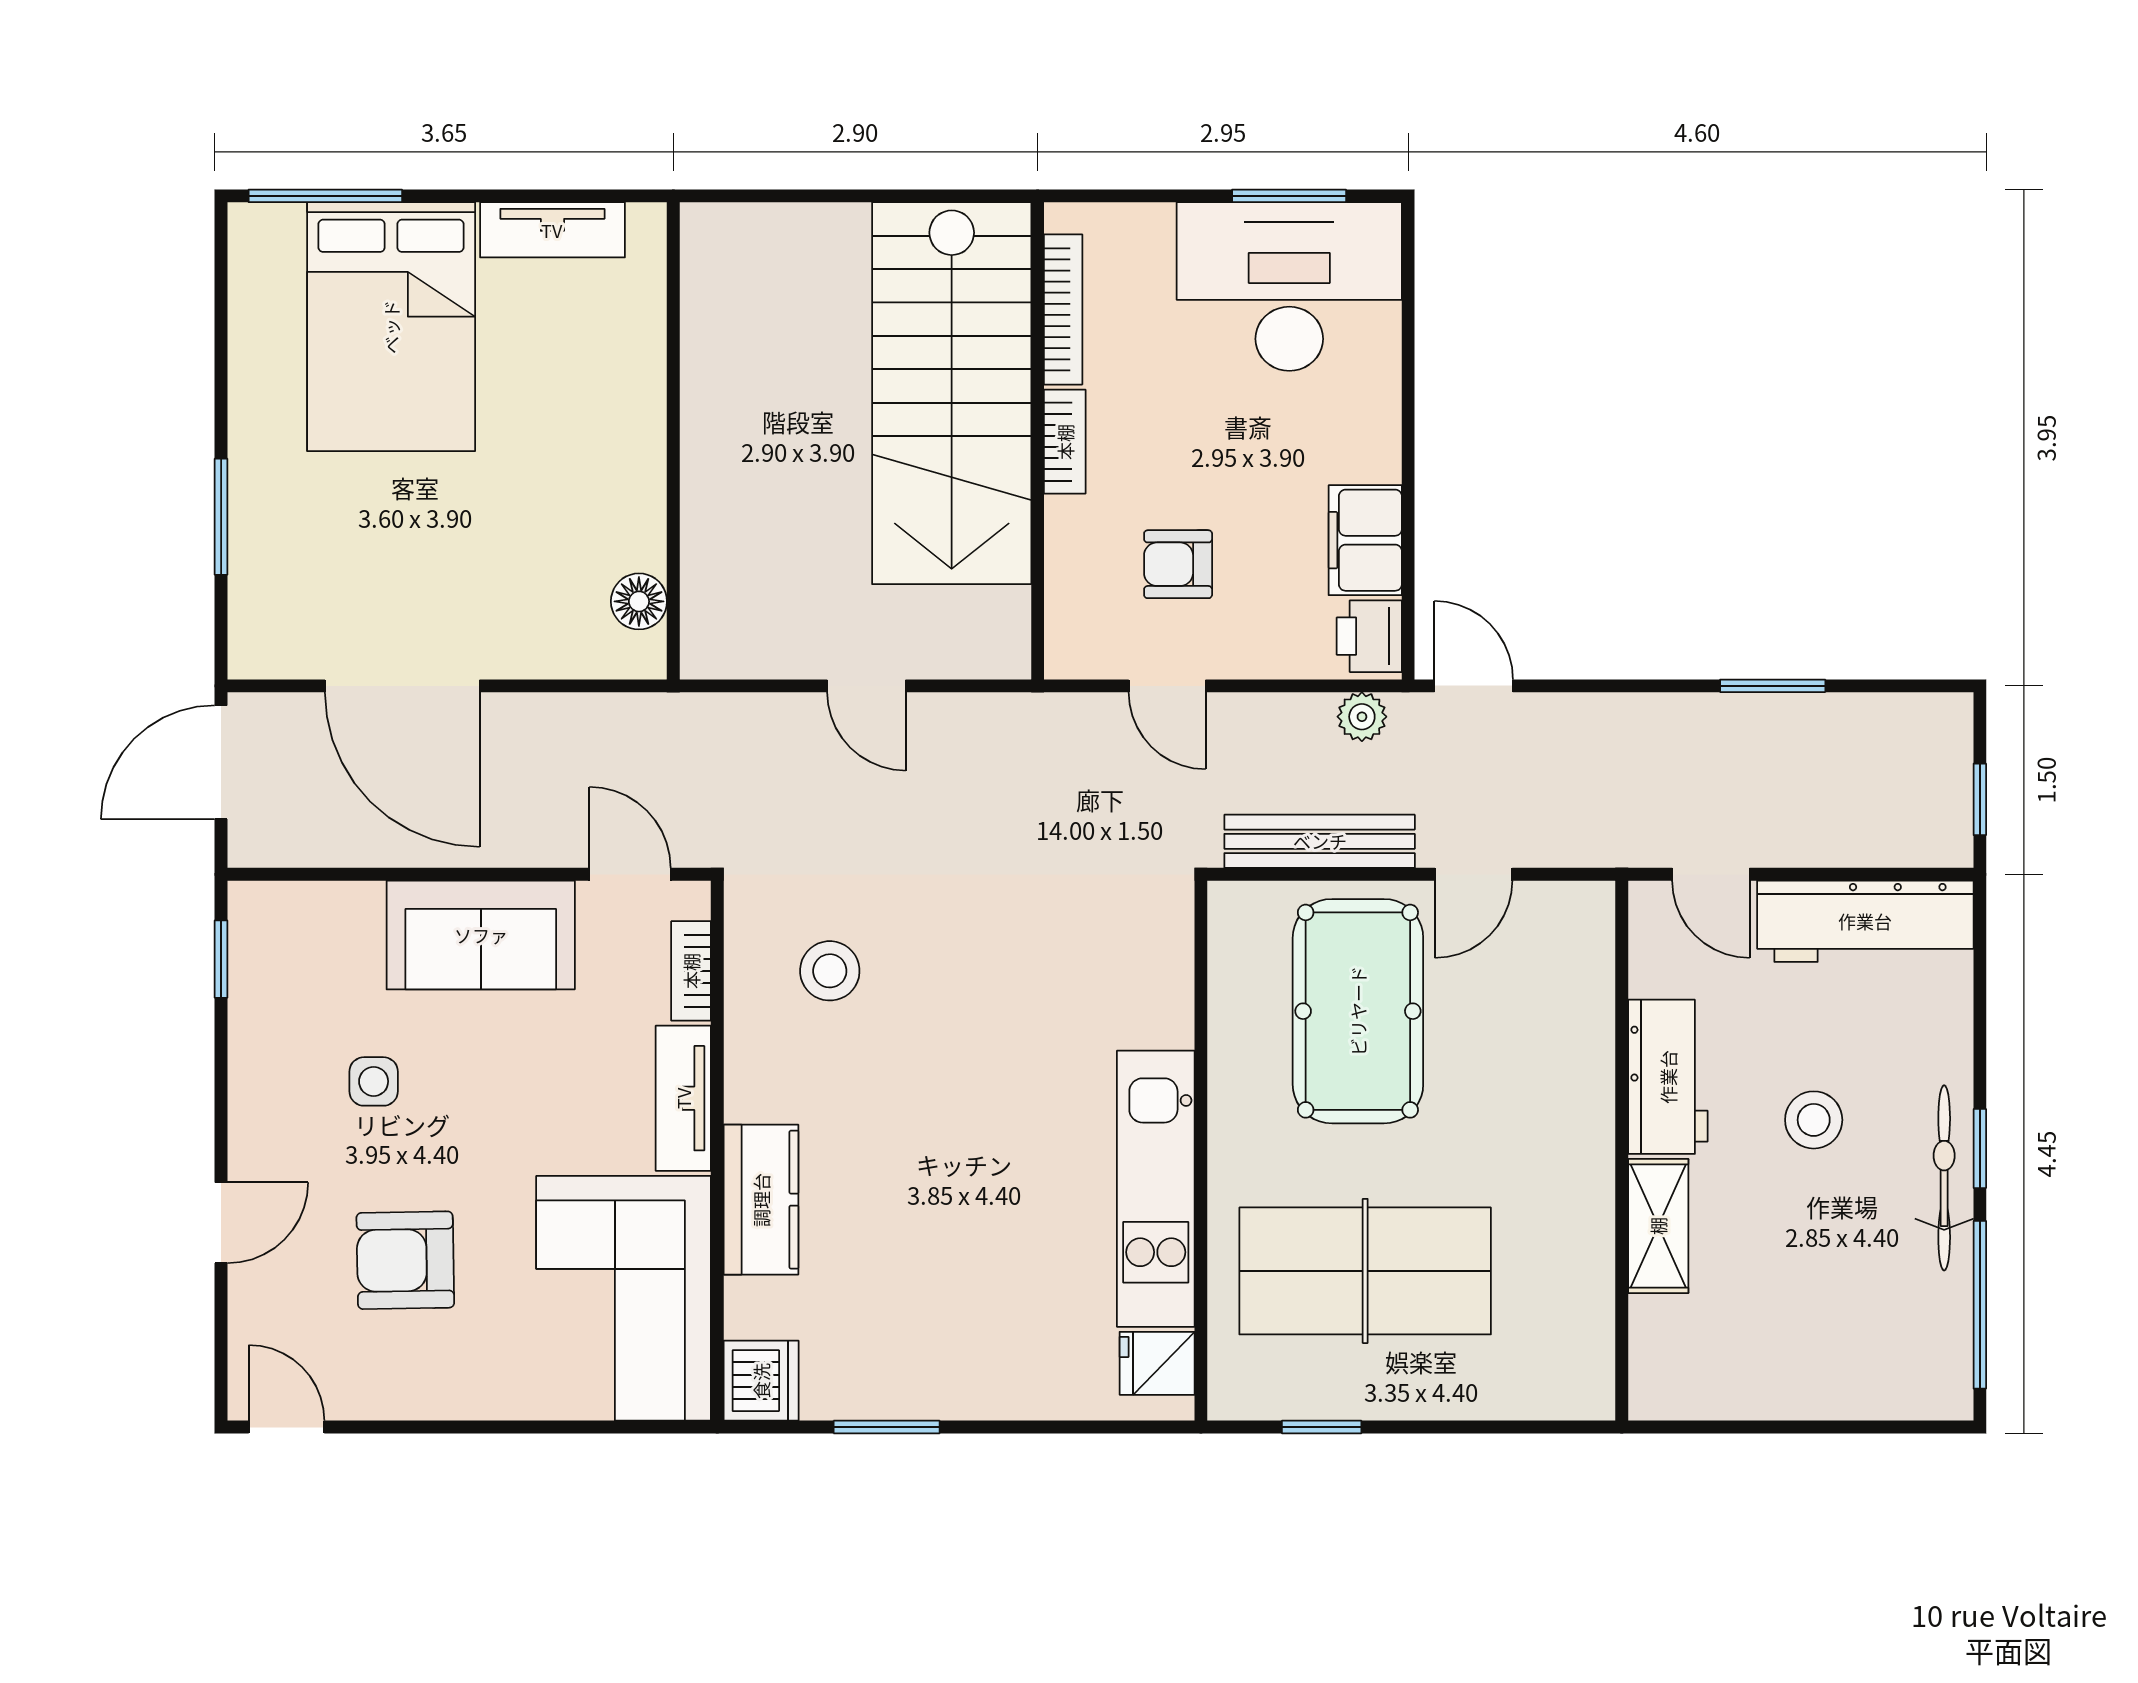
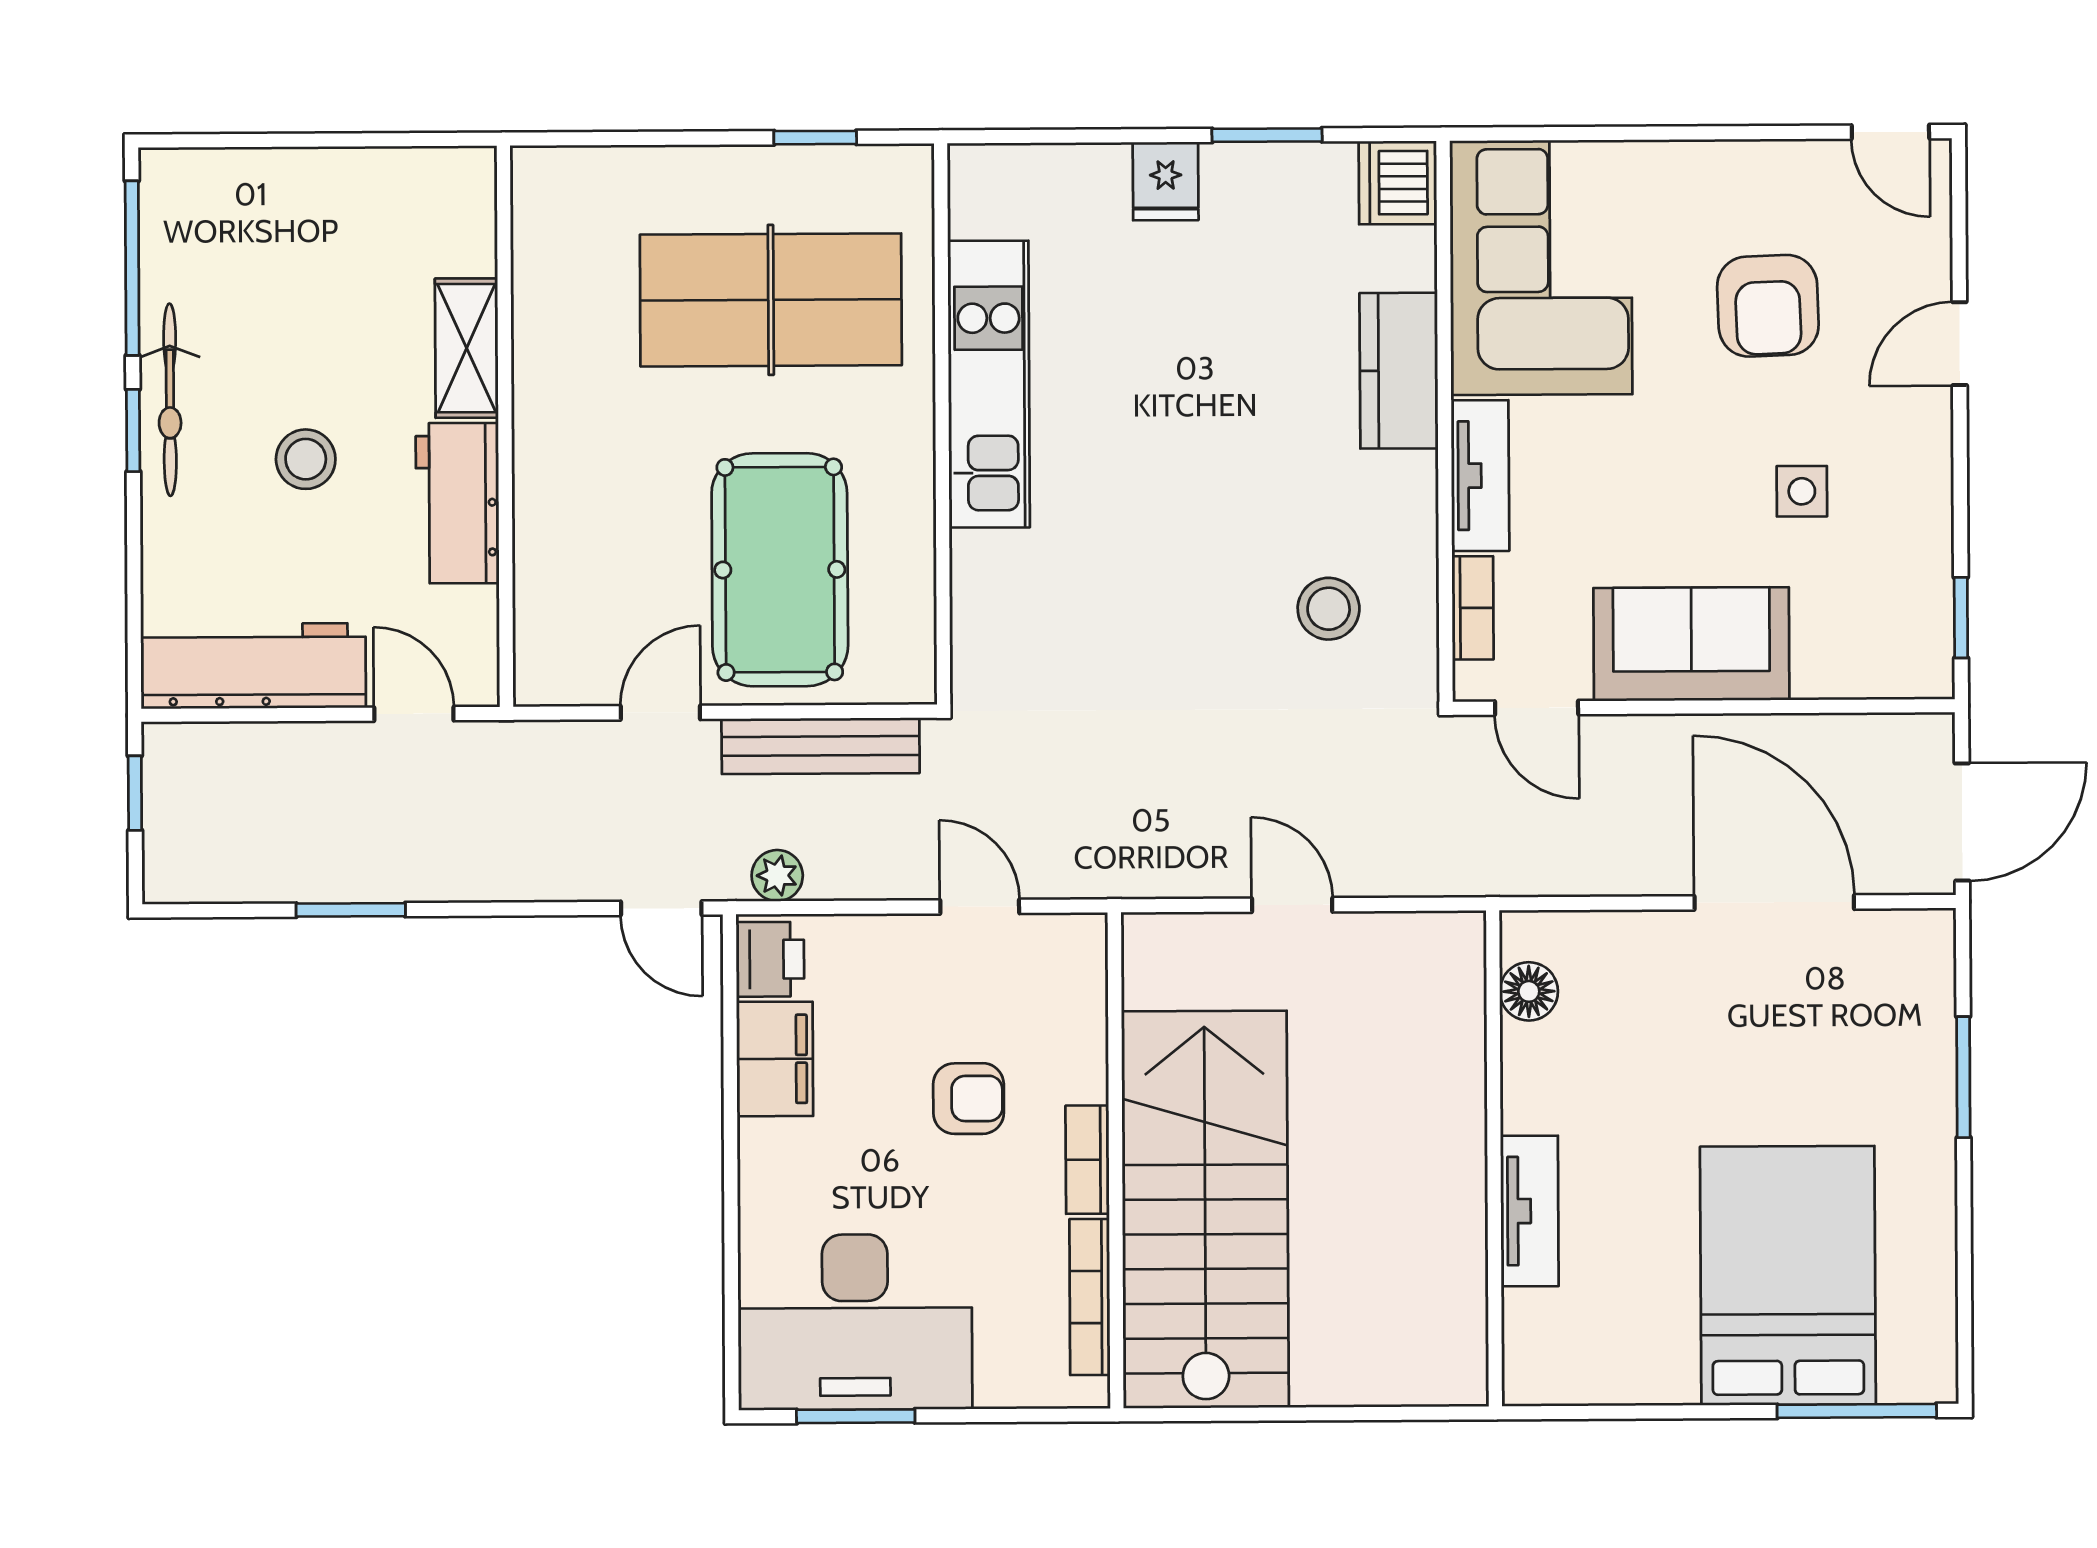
tv unit: (552, 230) -> (1530, 1211), moved, turned 90
armchair: (1178, 564) -> (969, 1099), moved
armchair: (405, 1260) -> (1768, 306), turned 89
fridge: (1157, 1363) -> (1166, 181), moved, turned 90

